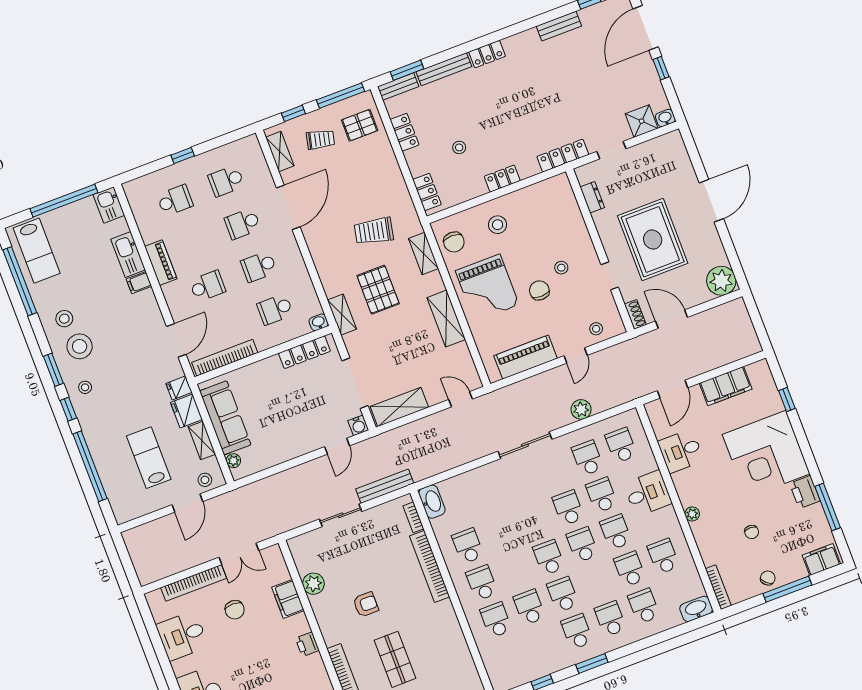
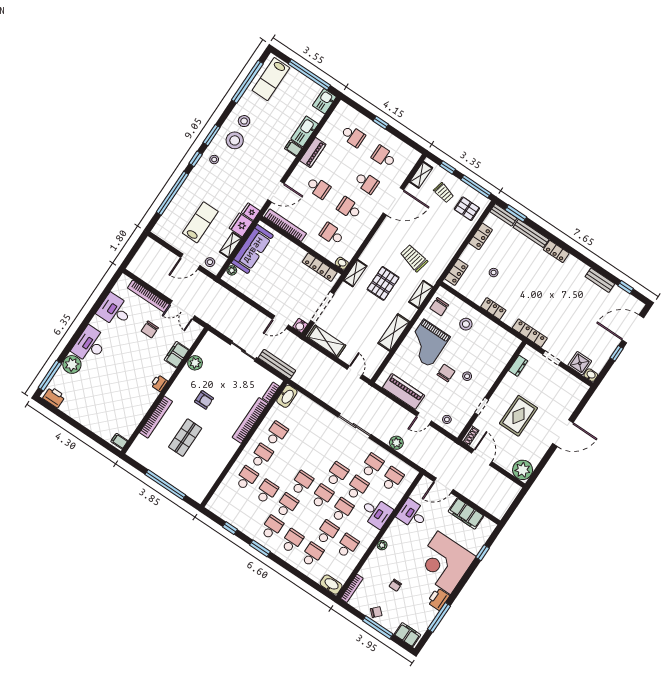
school desk: (243, 224) -> (366, 183), turned 180
rug: (653, 239) -> (518, 416), width x0.73, depth x0.69

